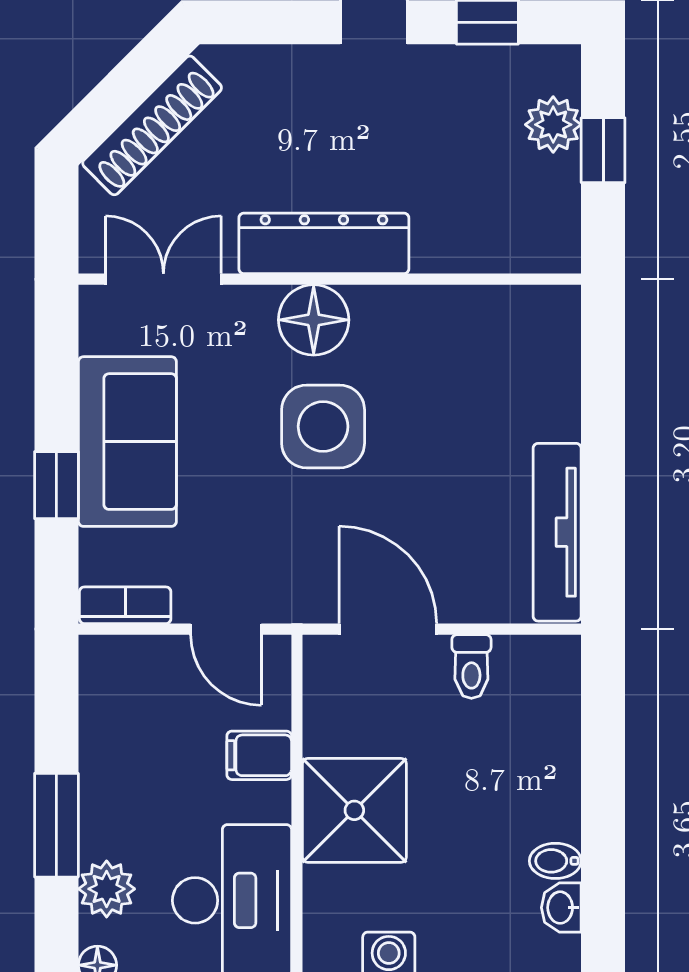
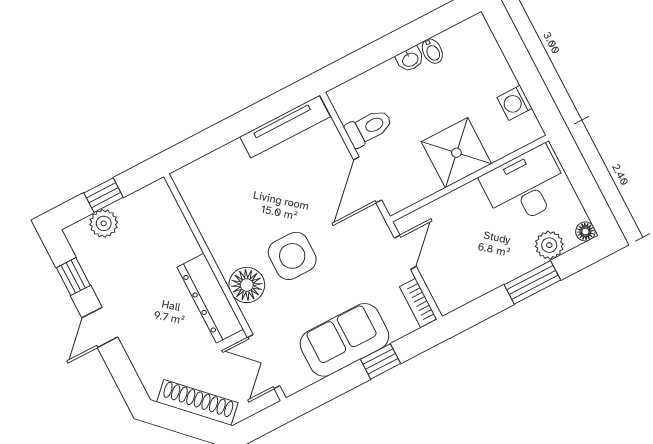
toilet: (471, 666) -> (369, 128), width x1.37, depth x1.39
filing cabinet: (259, 755) -> (454, 208), removed
washbasin: (561, 908) -> (410, 59), moved

